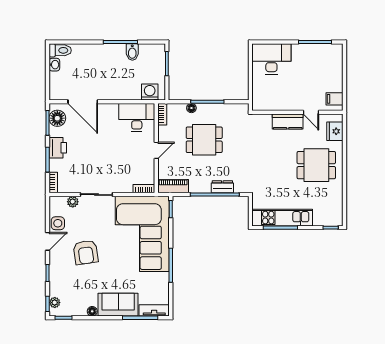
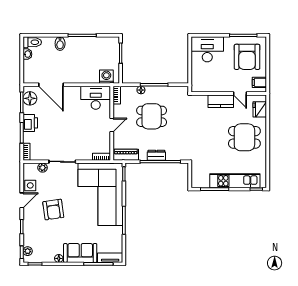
bidet: (132, 52) -> (60, 44), moved
armchair: (319, 68) -> (247, 57), added
dresser: (222, 187) -> (156, 155), moved
kitchen unit: (282, 218) -> (235, 181), moved

